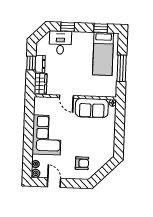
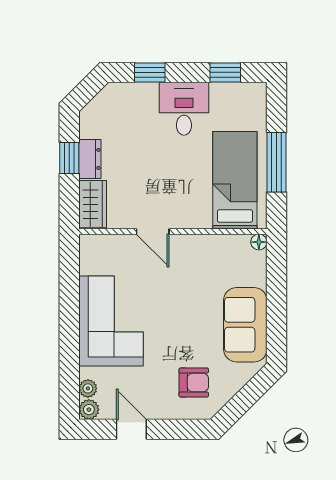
desk: (60, 43) -> (184, 109), moved
bed: (103, 54) -> (235, 180), moved, turned 180
sofa: (92, 108) -> (245, 325), moved, turned 90

